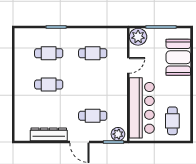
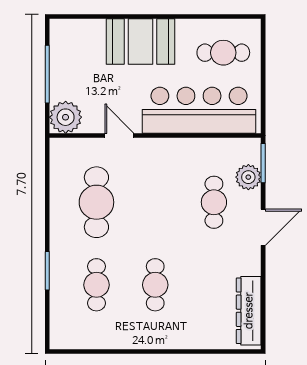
cafe table: (93, 53) -> (96, 202), width x1.37, depth x1.35
booth: (178, 57) -> (140, 42), moved
dresser: (49, 134) -> (249, 311), moved
plant: (118, 134) -> (248, 177), moved

